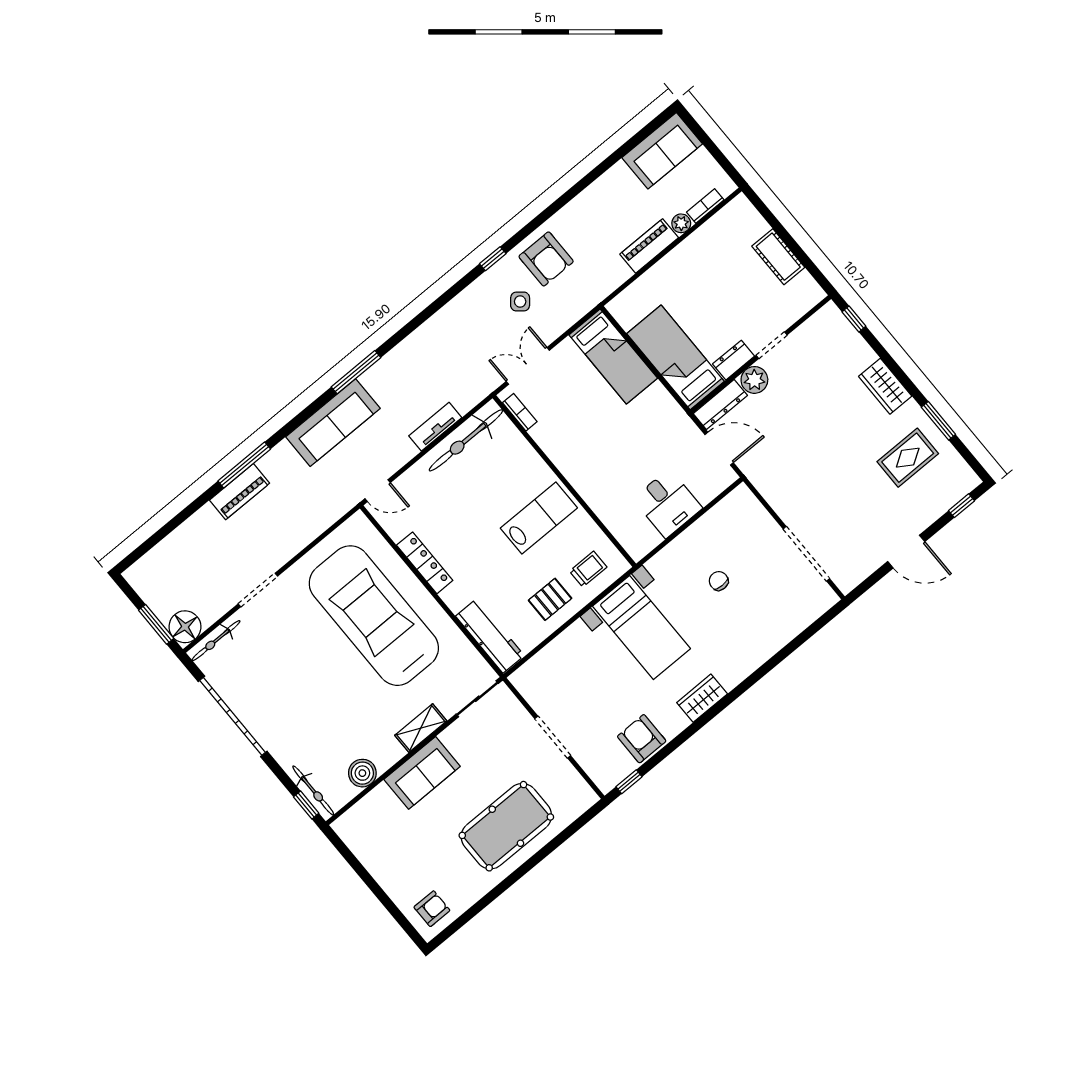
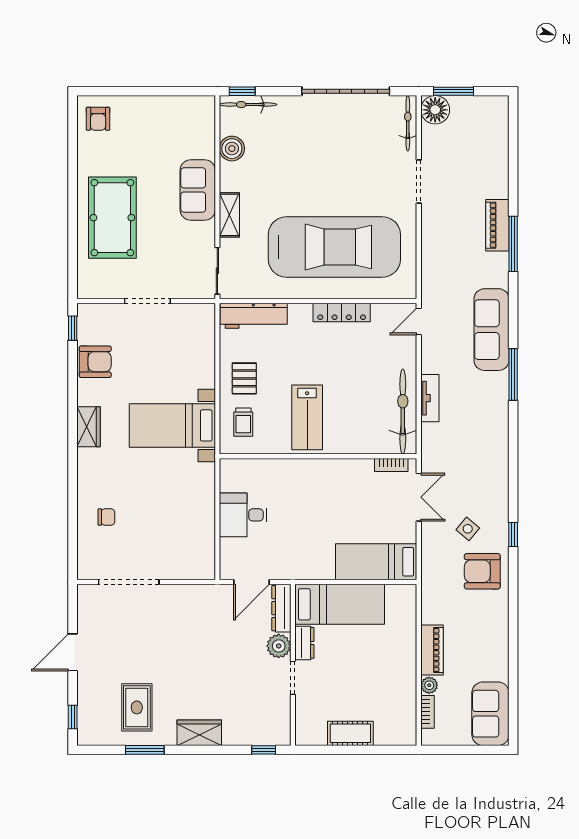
chair: (719, 581) -> (106, 517), moved

